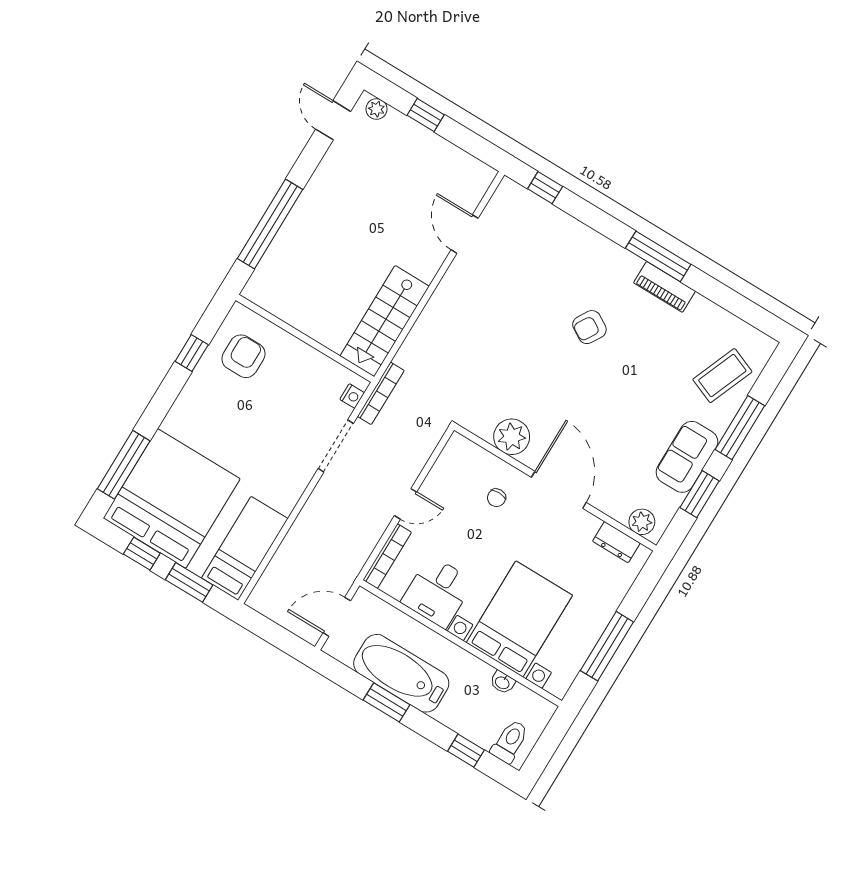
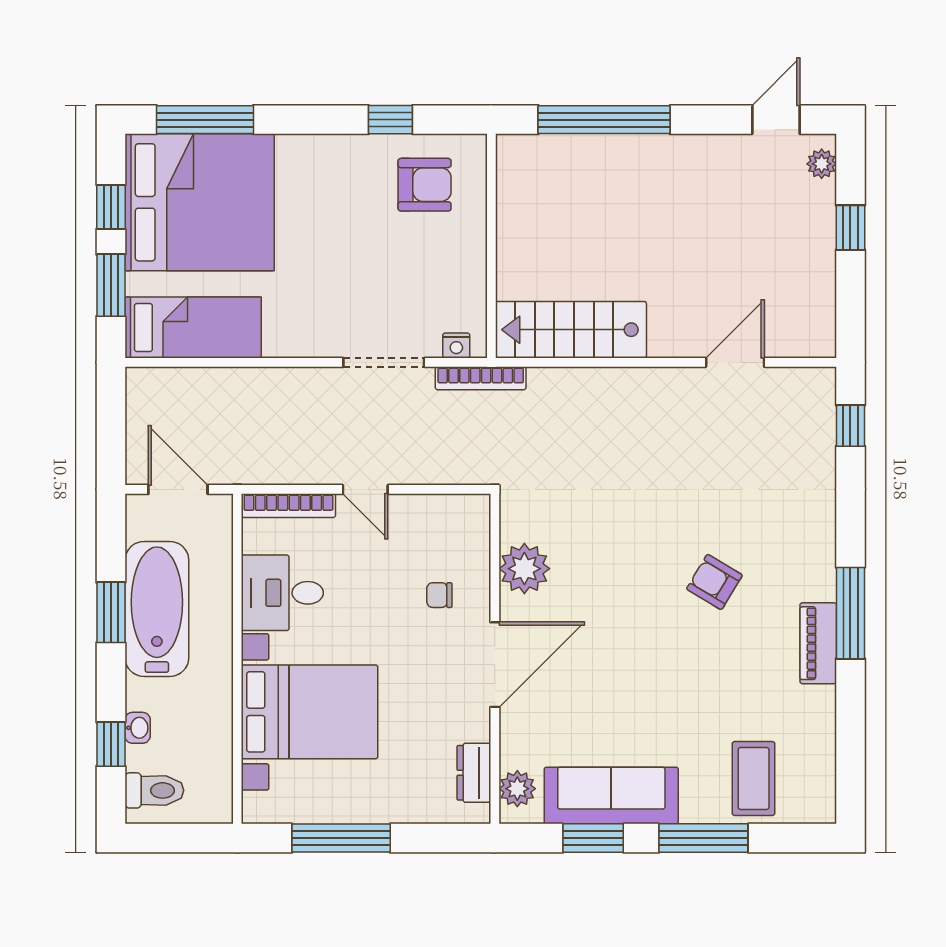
coffee table: (722, 376) -> (754, 778), turned 68
sofa: (687, 457) -> (611, 795), width x1.36
washbasin: (502, 682) -> (138, 728), moved, turned 180

